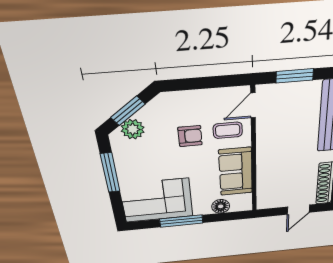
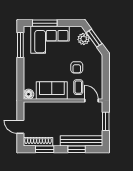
window: (110, 173) -> (45, 23), moved
corner sofa: (157, 200) -> (50, 40), moved, turned 90
floor lamp: (221, 206) -> (29, 94), moved
window: (181, 221) -> (20, 45), moved

